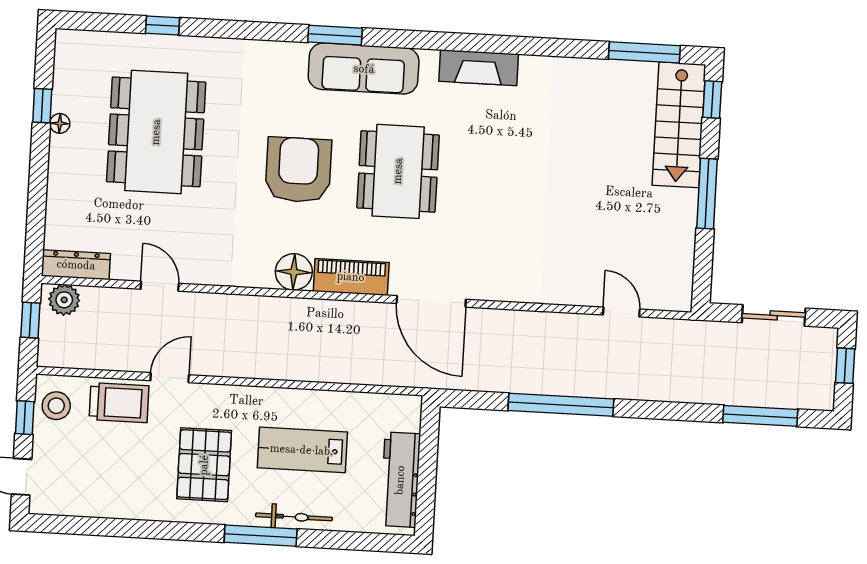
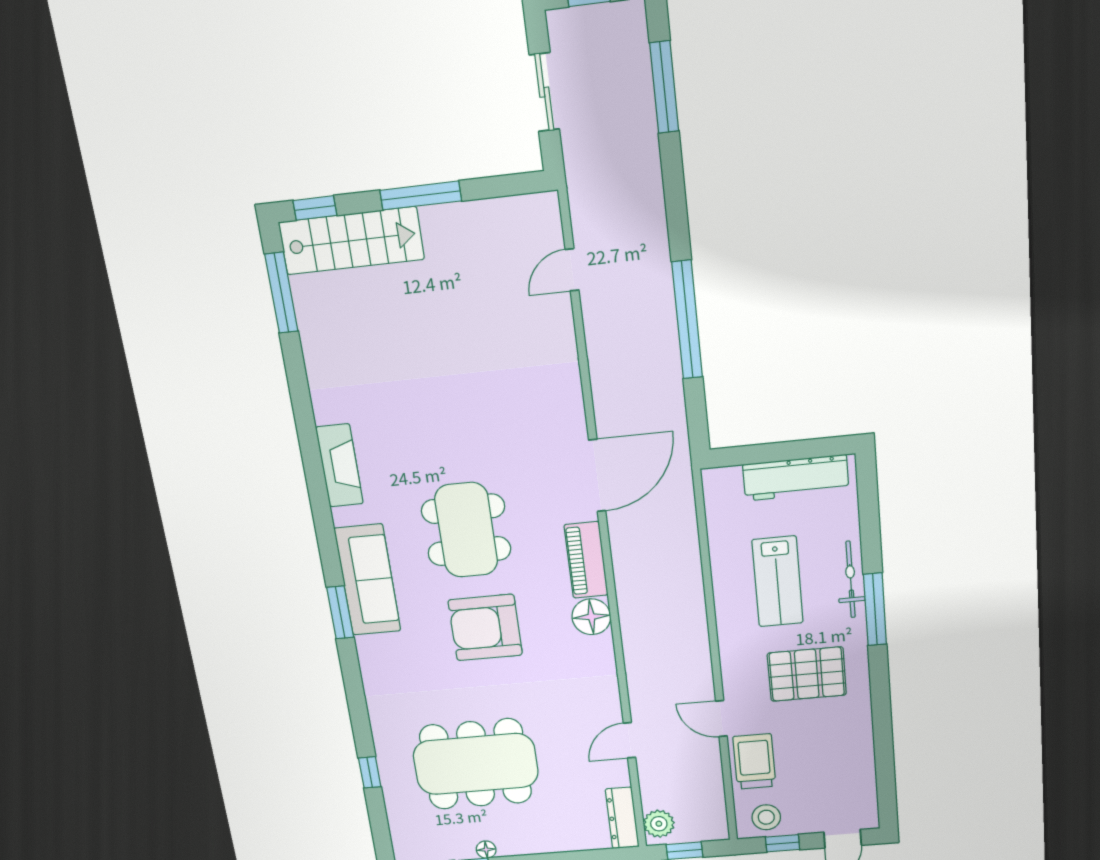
dining table: (398, 171) -> (466, 530), turned 90

